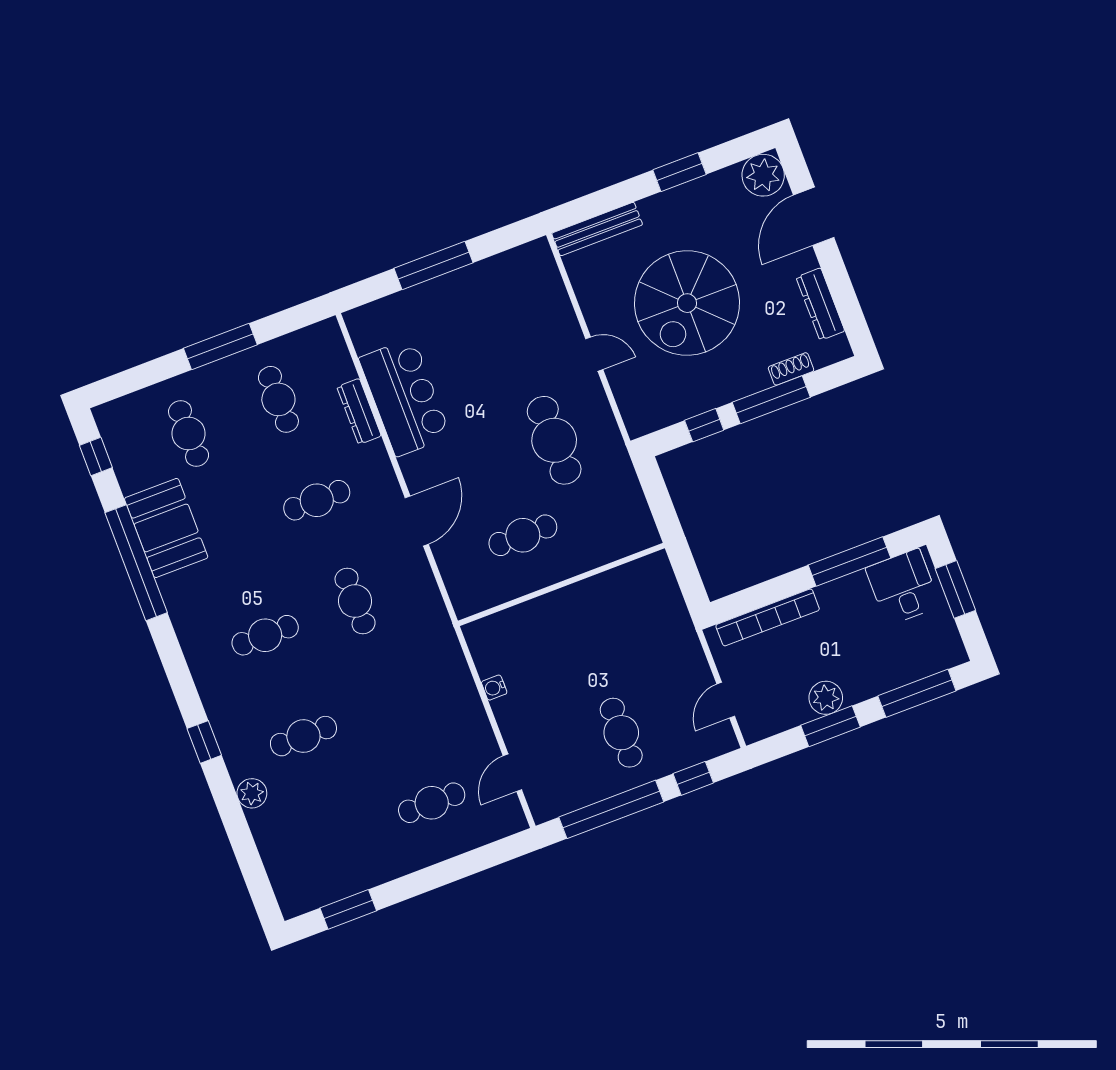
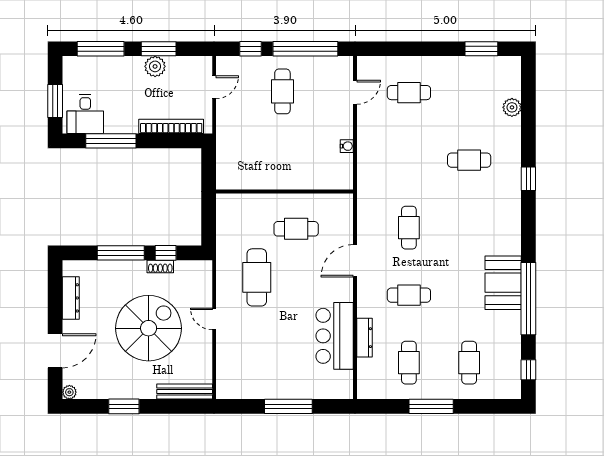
plant: (763, 175) -> (69, 392), width x0.53, depth x0.53
shoe rack: (791, 369) -> (160, 267), moved
booth: (166, 528) -> (503, 283), moved
cafe table: (265, 635) -> (469, 228), removed
plant: (252, 793) -> (512, 107), moved

